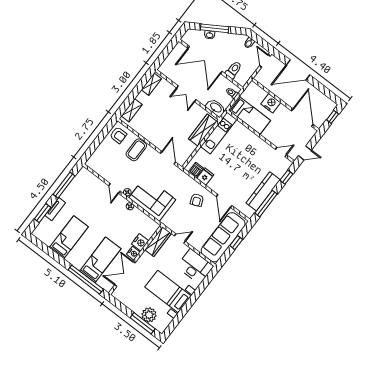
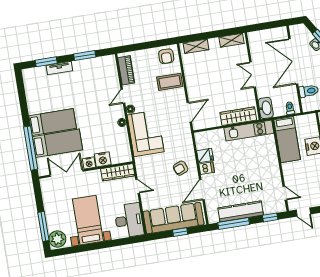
piano: (101, 169) -> (126, 70), added
dishwasher: (196, 170) -> (207, 168), moved
window: (64, 185) -> (85, 56), width x0.69
bed: (69, 237) -> (53, 122), moved
plant: (149, 315) -> (57, 239), moved

